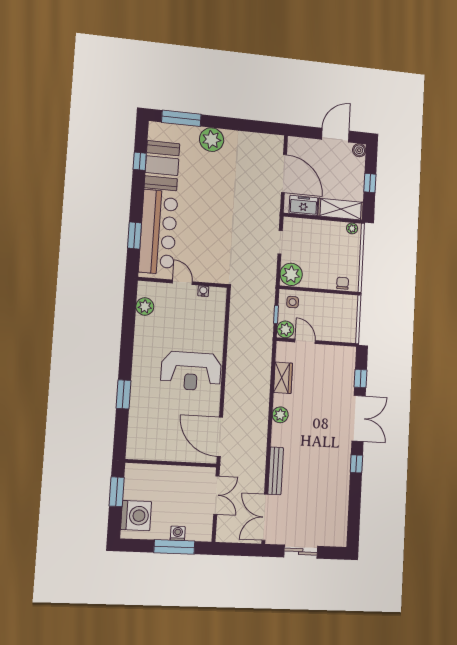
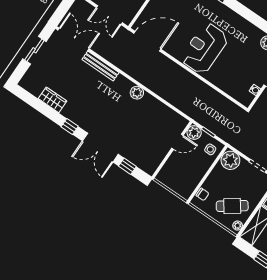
cafe table: (336, 245) -> (232, 206), added
wardrobe: (283, 378) -> (53, 100), moved, turned 180

